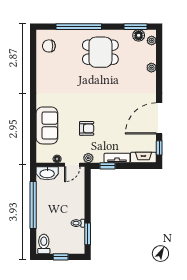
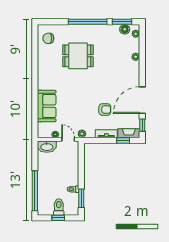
window: (79, 27) -> (88, 22), moved
dining table: (100, 52) -> (78, 56), moved
armchair: (87, 128) -> (105, 110), moved
door: (72, 165) -> (68, 139), swing flipped
window: (107, 166) -> (123, 140), moved
window: (33, 205) -> (35, 191), moved
toilet: (44, 244) -> (59, 207), moved

